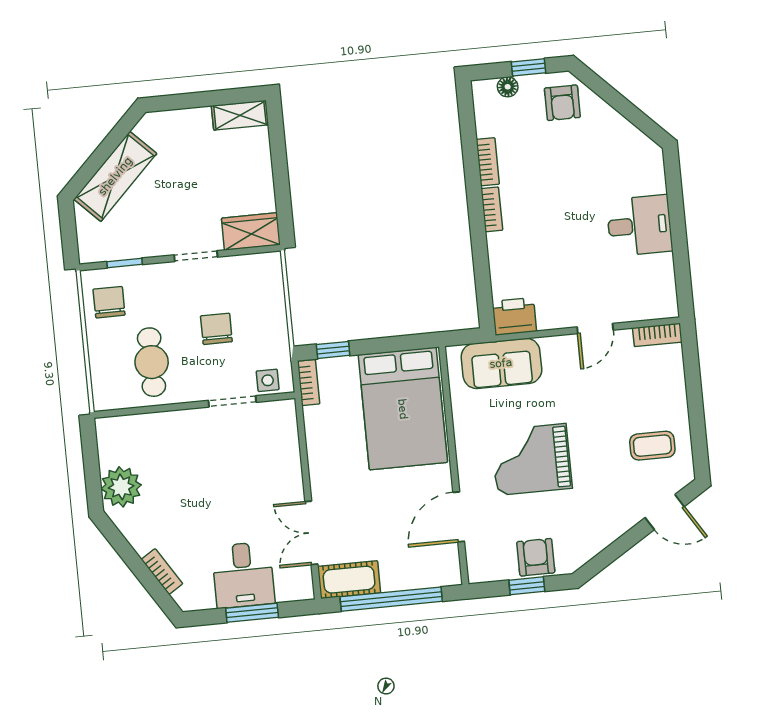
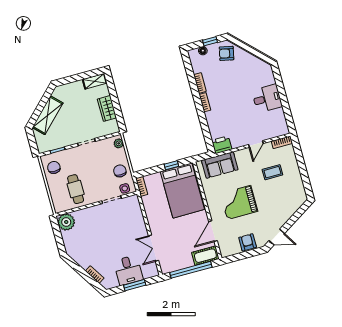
armchair: (562, 103) -> (226, 53), turned 102
wardrobe: (251, 231) -> (107, 108), moved, turned -90
plant: (272, 272) -> (119, 143), added
chair: (216, 329) -> (120, 171), moved
window: (333, 350) -> (171, 165), moved
coffee table: (652, 446) -> (272, 172), moved
plant: (121, 487) -> (66, 222), moved
door: (665, 512) -> (277, 237), moved
cot: (349, 580) -> (205, 256), moved
window: (527, 586) -> (246, 255), removed

